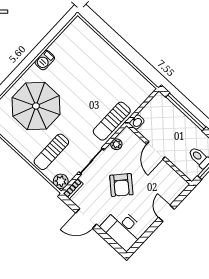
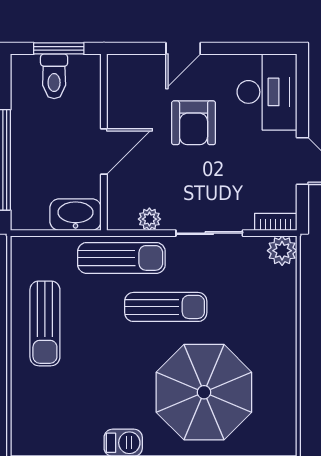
sun lounger: (114, 72) -> (45, 323), added
washbasin: (137, 122) -> (76, 215), width x1.91, depth x1.45
sun lounger: (51, 152) -> (166, 307), moved
armchair: (121, 185) -> (194, 123), moved, turned 138

